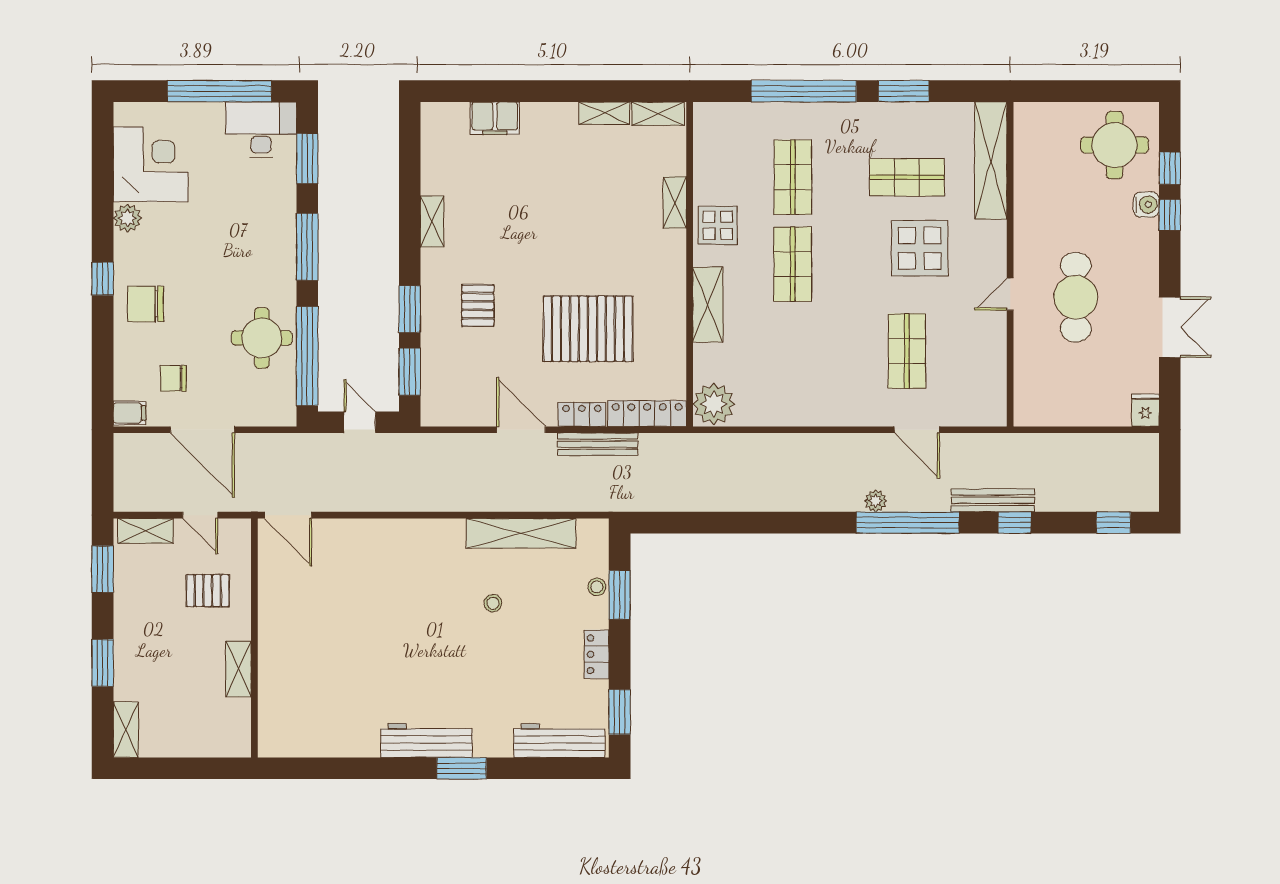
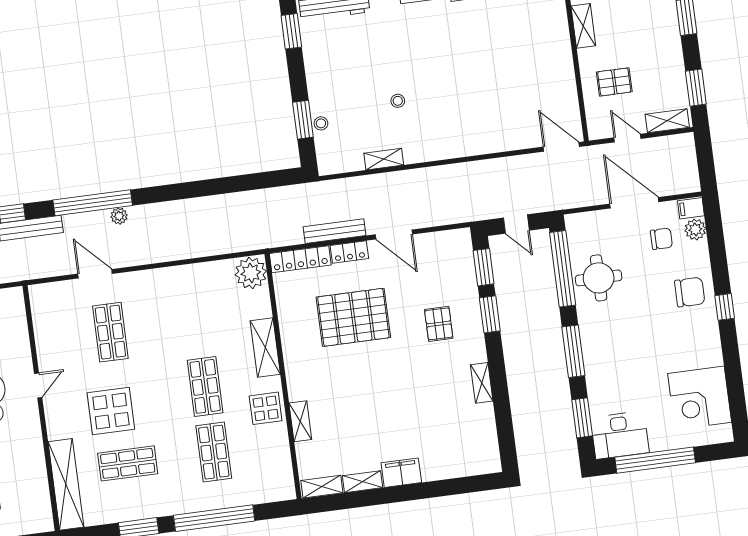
filing cabinet: (495, 118) -> (401, 473), moved
plant: (127, 218) -> (695, 229), moved
shelving: (521, 533) -> (384, 159), width x0.45, depth x0.75
locker: (597, 654) -> (314, 72), removed

